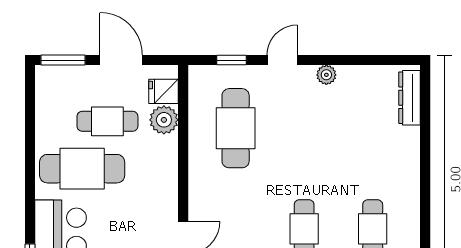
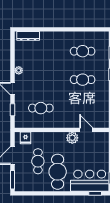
plant: (164, 120) -> (72, 138), moved
cafe table: (236, 128) -> (41, 108), width x0.73, depth x0.74

